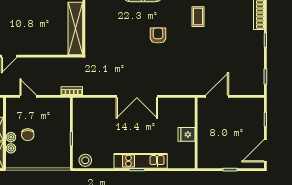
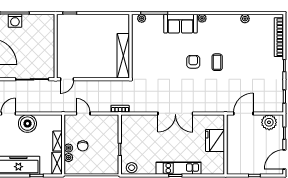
coffee table: (198, 17) -> (217, 62), moved
plant: (247, 107) -> (269, 122), added
fridge: (186, 134) -> (215, 140), width x1.88, depth x1.34

